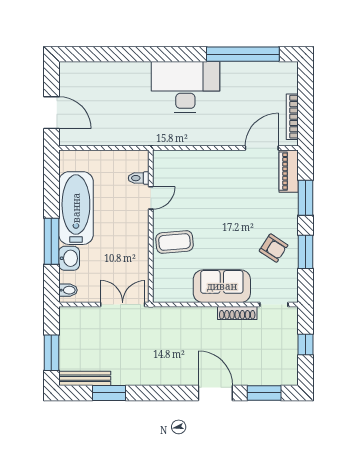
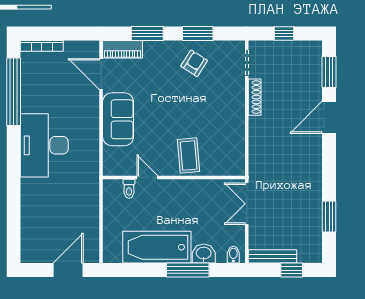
bookcase: (292, 117) -> (42, 46), moved
sofa: (222, 286) -> (118, 119), moved, turned 180
window: (51, 353) -> (292, 270), width x0.67
bench: (85, 378) -> (273, 256), moved, turned 90

